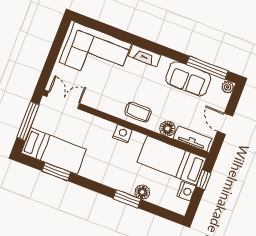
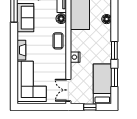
window: (28, 121) -> (90, 107), width x0.46
nightstand: (122, 134) -> (75, 57), moved
window: (127, 199) -> (114, 50), moved

